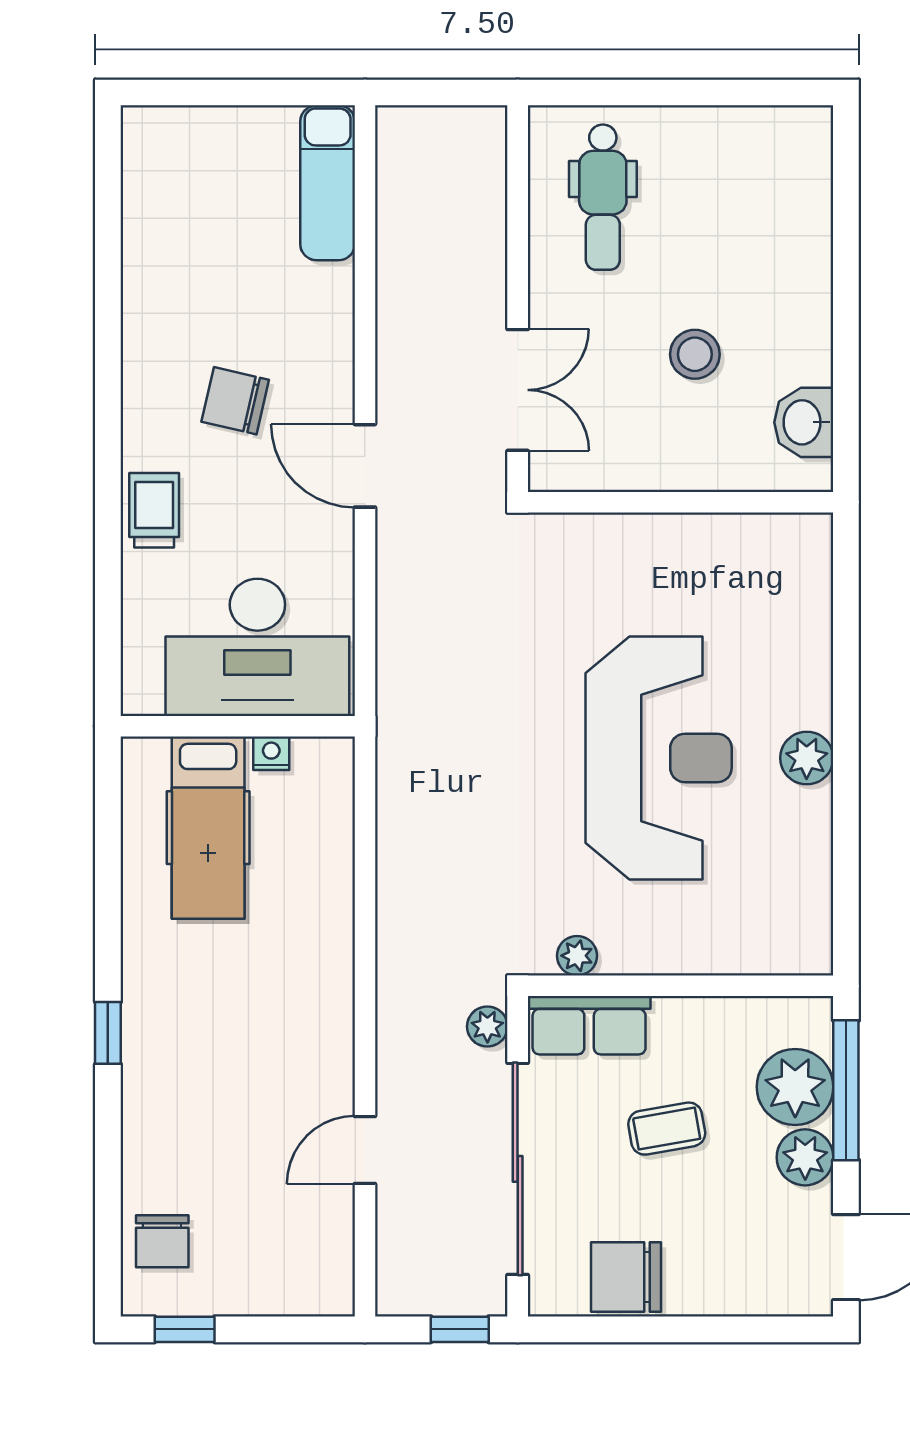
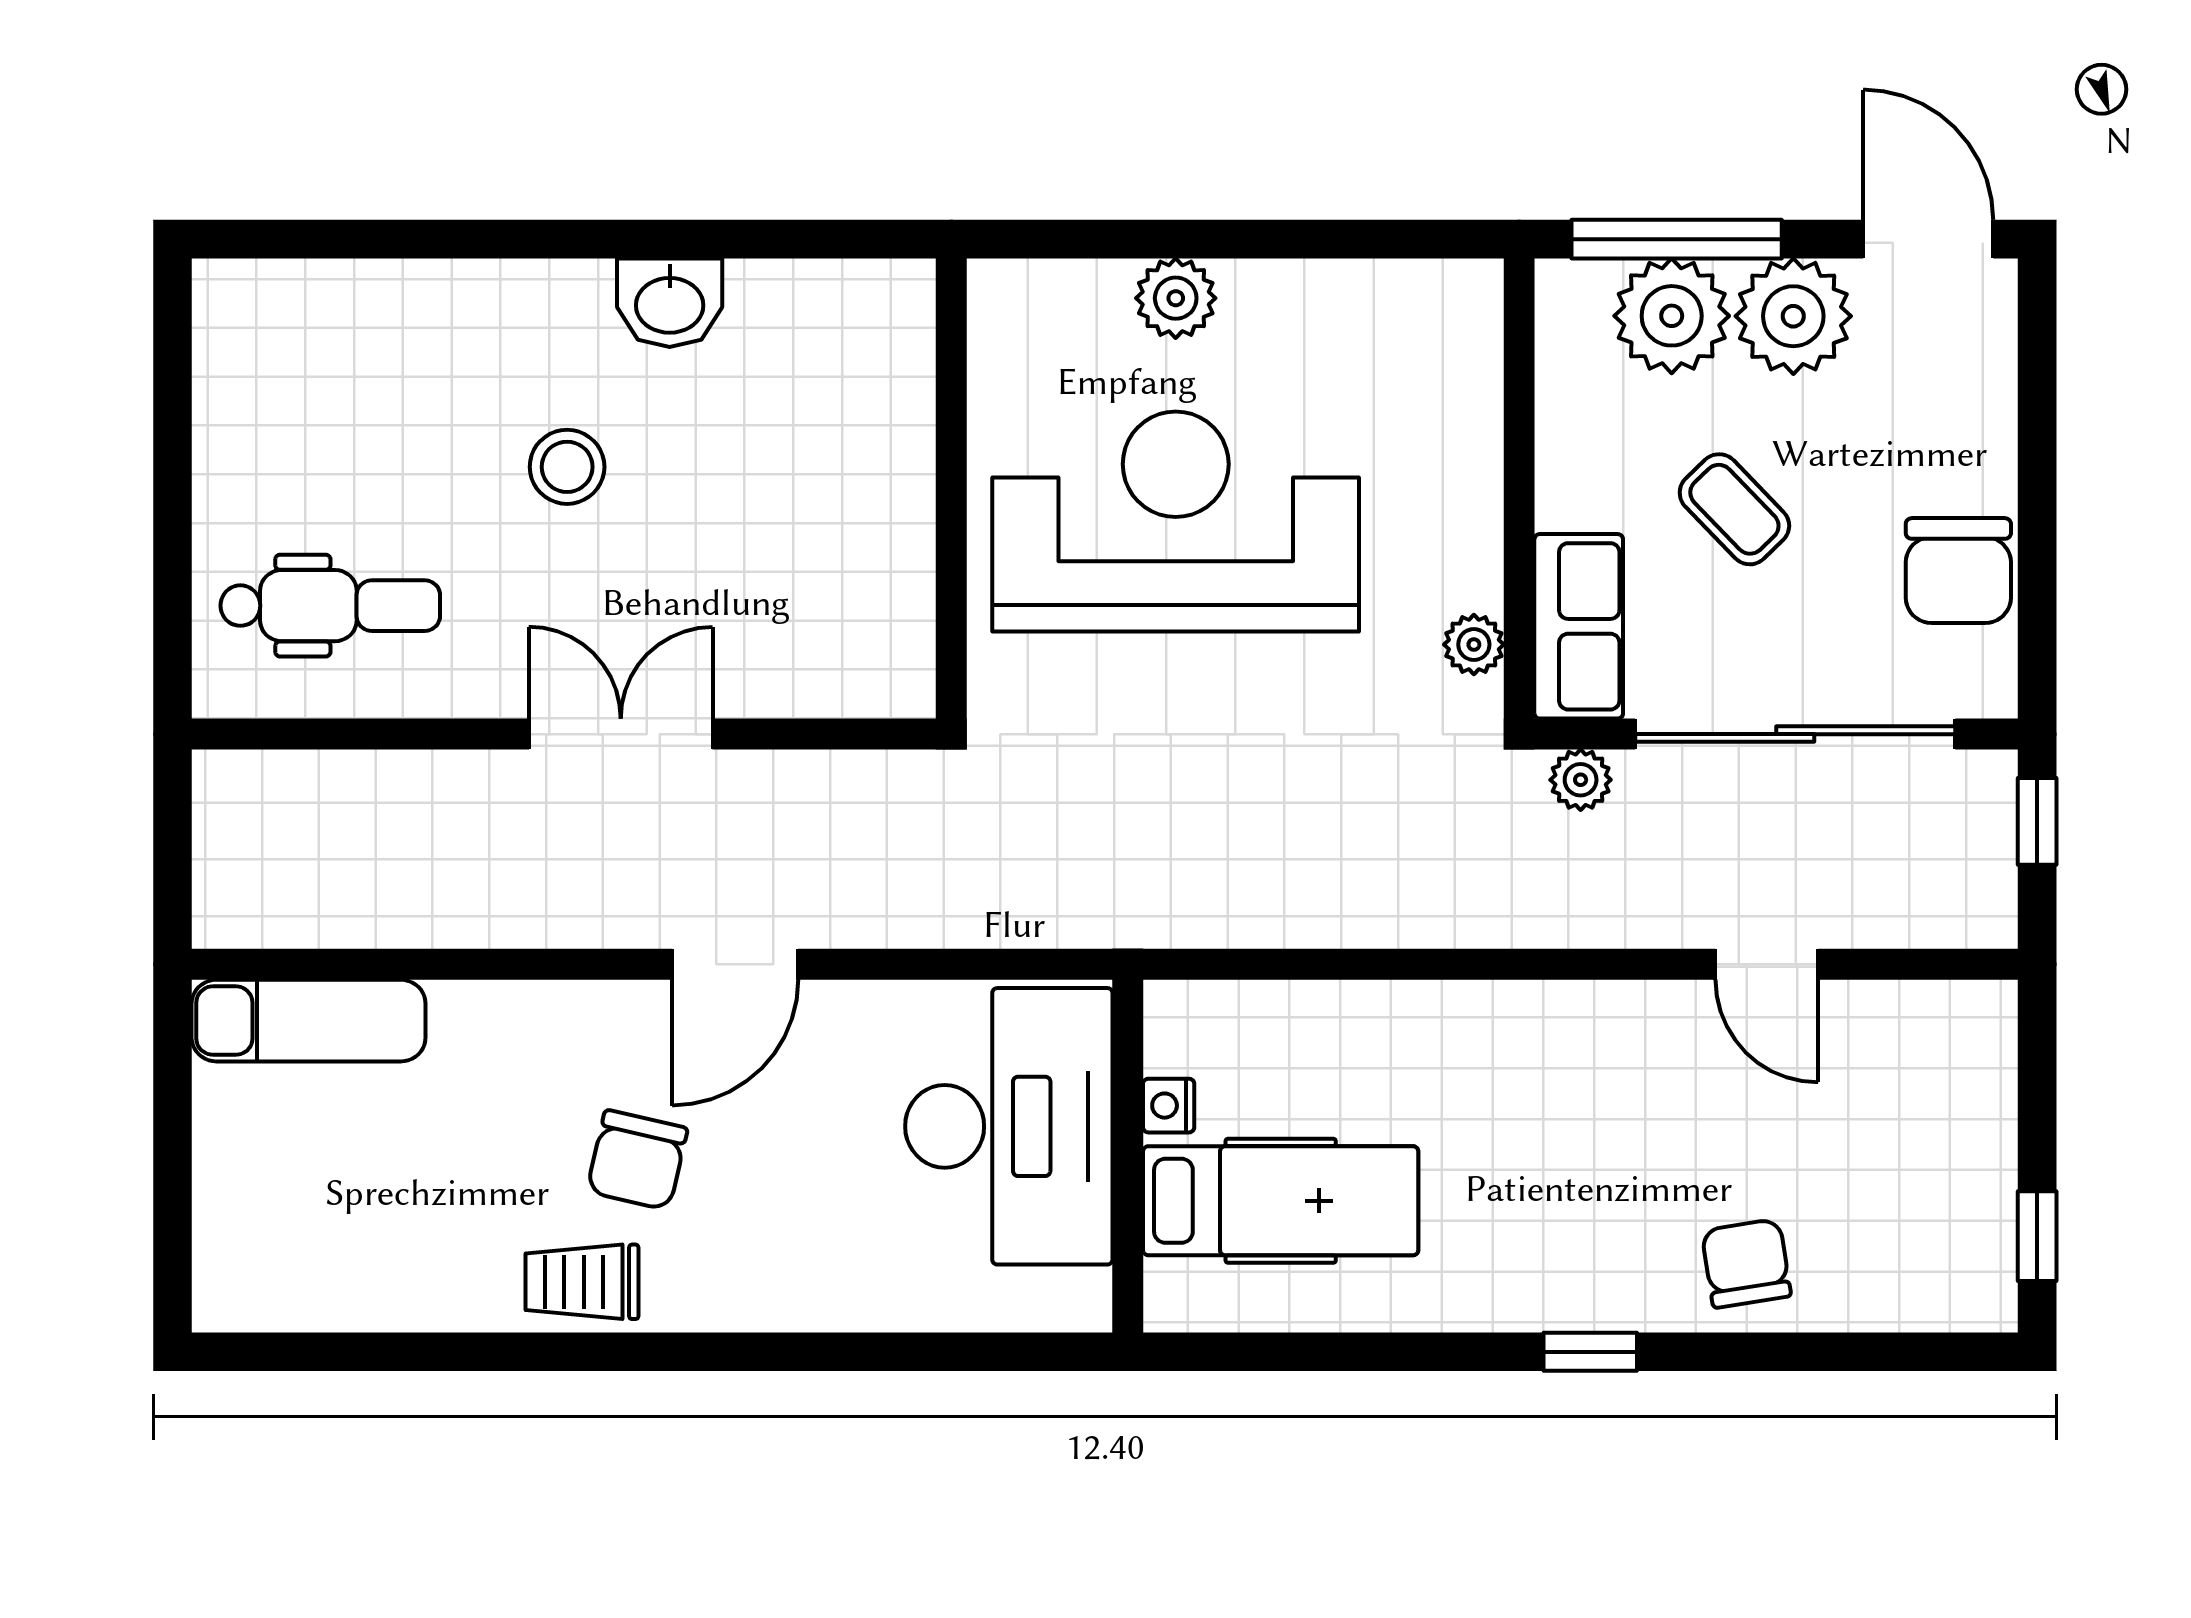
wall: (681, 502) -> (951, 489), moved
trolley: (154, 510) -> (582, 1282), moved
coffee table: (667, 1129) -> (1734, 509), turned -34
plant: (805, 1157) -> (1793, 316), width x1.36, depth x1.36
chair: (162, 1241) -> (1746, 1263), moved, turned -99

